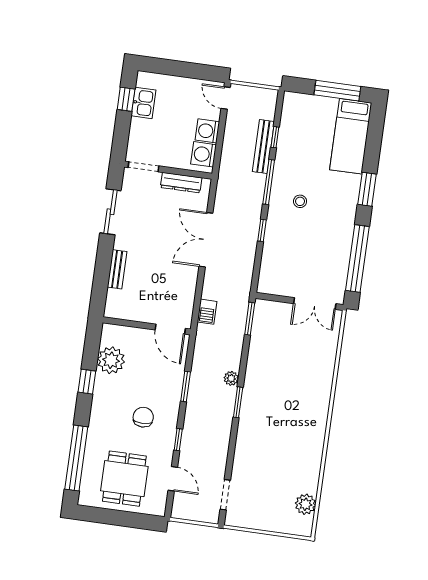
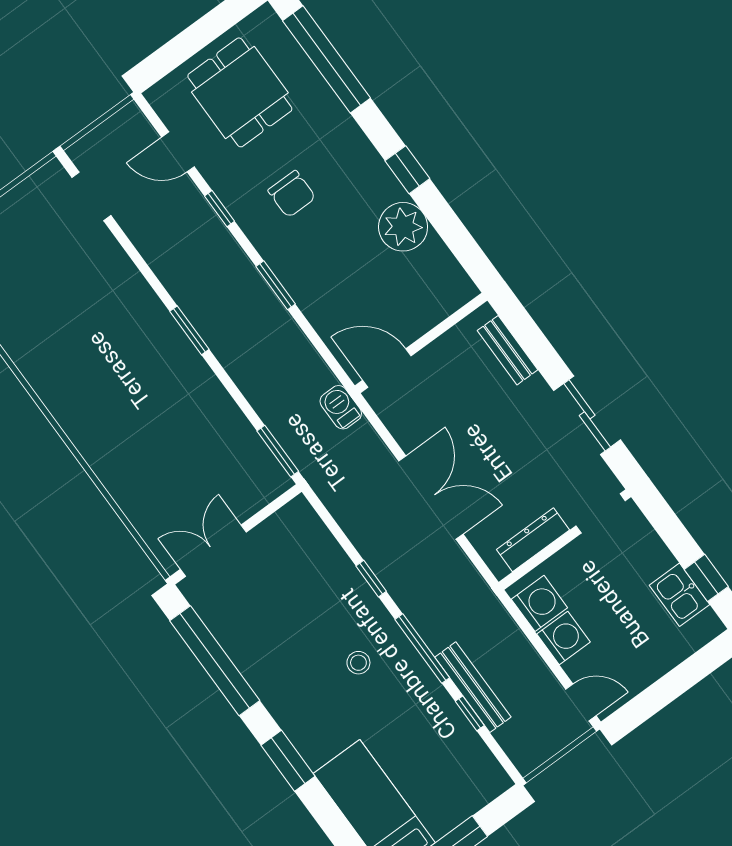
wall: (147, 326) -> (421, 343), moved
door: (170, 329) -> (387, 368), moved
plant: (231, 378) -> (227, 352), removed

